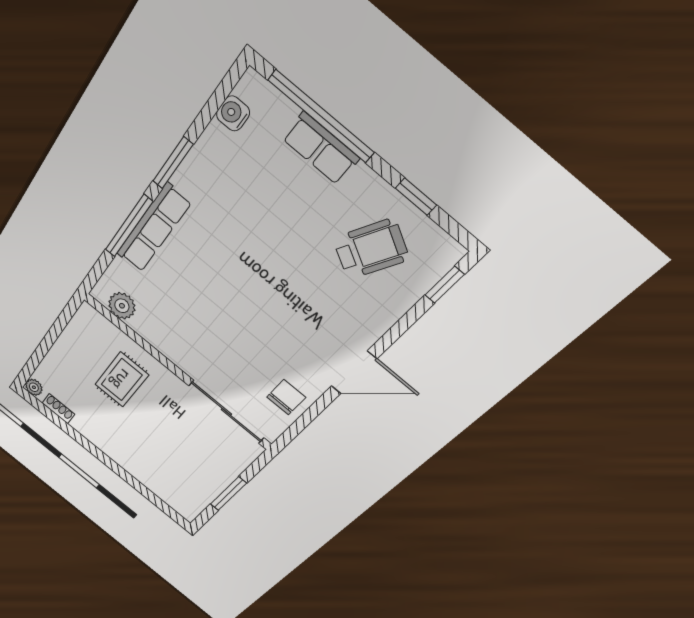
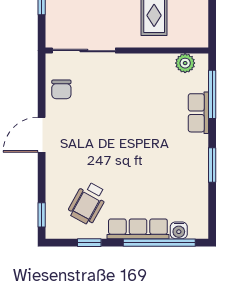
water cooler: (233, 113) -> (179, 230), moved, turned 90
row of seats: (321, 149) -> (138, 229), width x1.48
window: (129, 226) -> (212, 94), moved
row of seats: (153, 228) -> (198, 113), width x0.68

